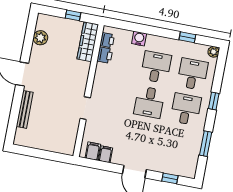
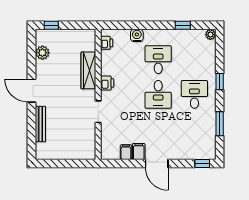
window: (73, 15) -> (51, 25), moved
wardrobe: (88, 42) -> (88, 70), moved
printer: (105, 55) -> (107, 83), moved
desk: (193, 74) -> (194, 60), removed
filing cabinet: (93, 151) -> (139, 151), moved
window: (170, 178) -> (202, 163), moved

